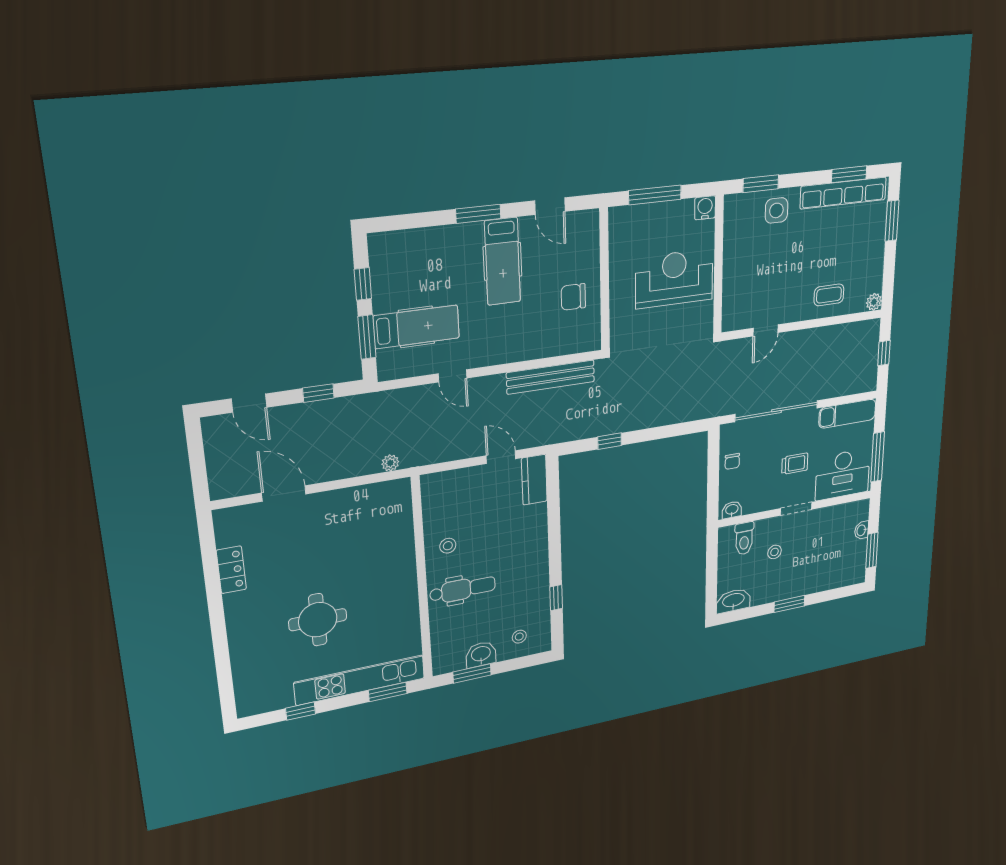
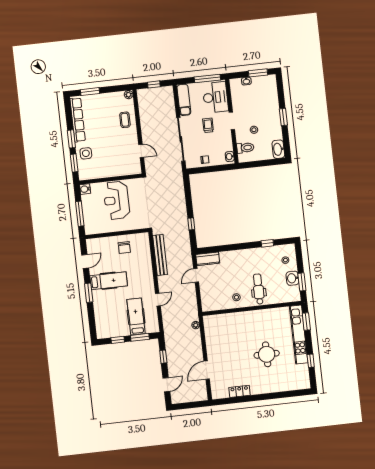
window: (849, 174) -> (71, 139), moved

